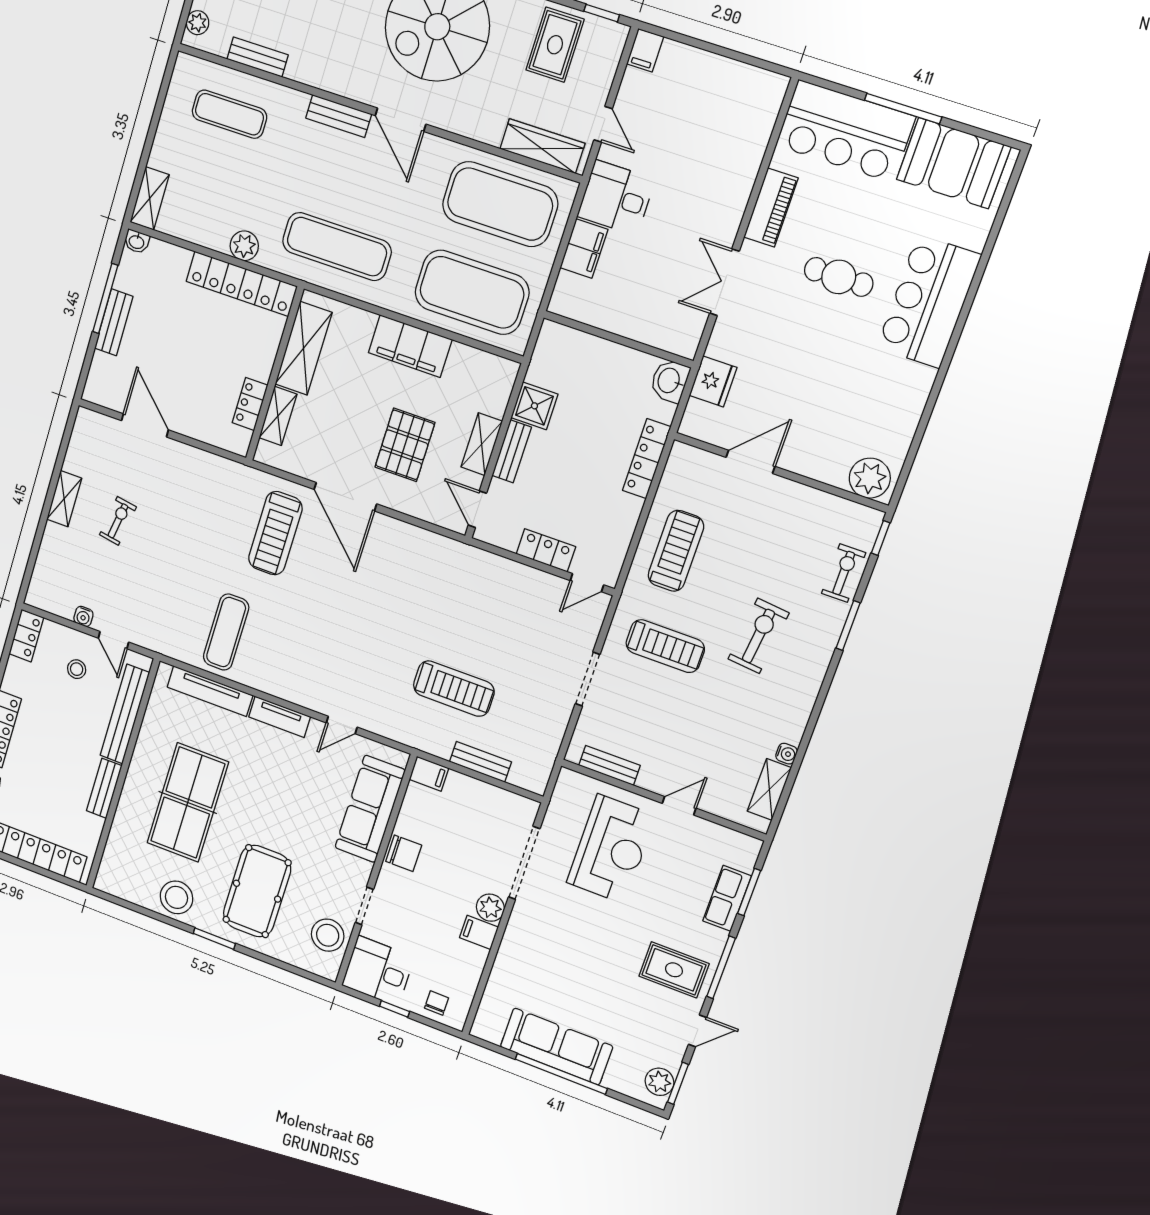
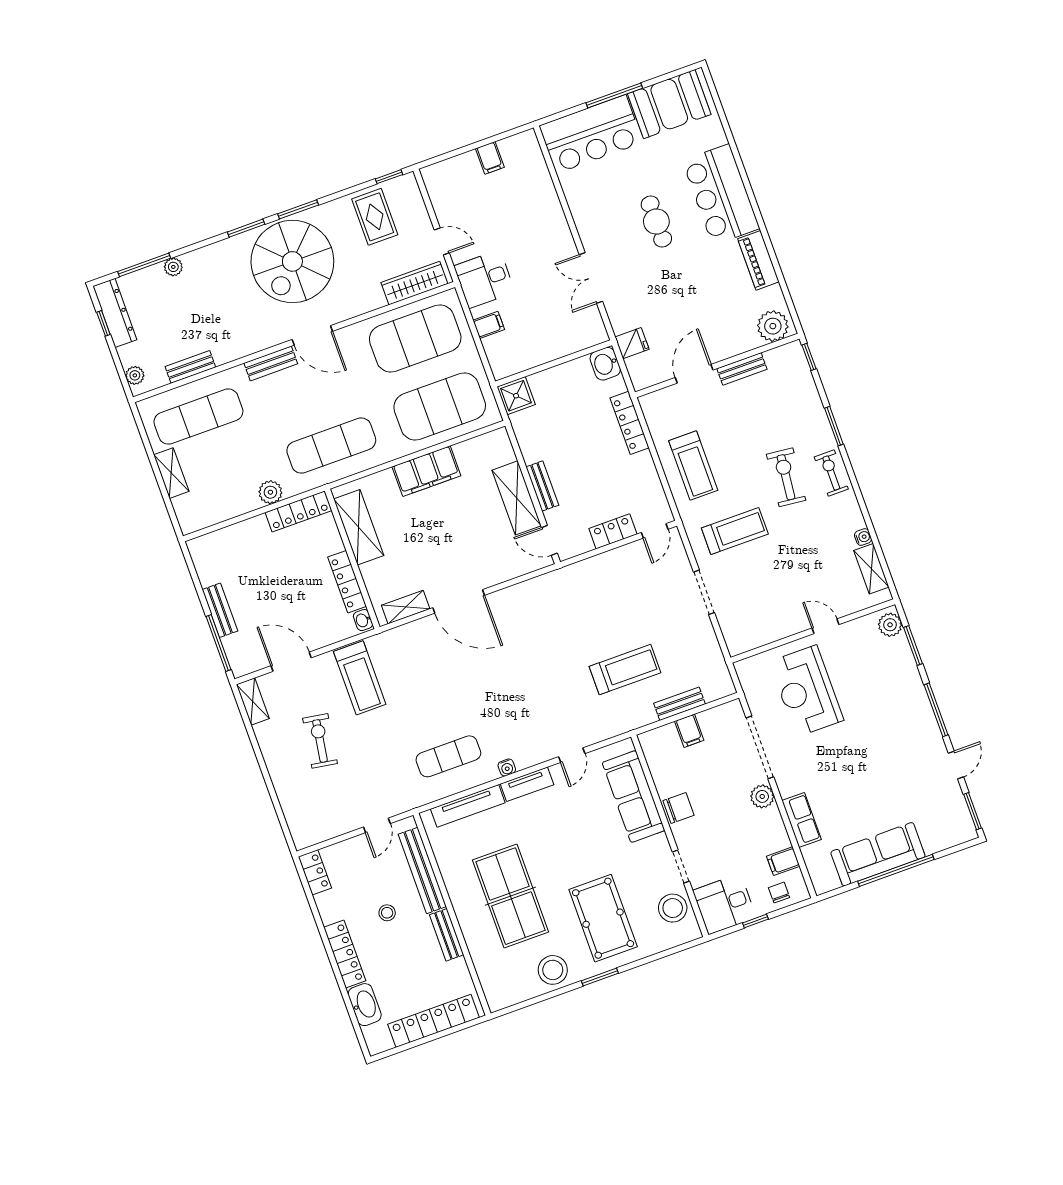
filing cabinet: (645, 50) -> (490, 158), moved
exercise mat: (229, 114) -> (198, 417), width x1.36, depth x1.45
shelving: (150, 198) -> (171, 473), moved
piano: (771, 208) -> (758, 260), moved, turned 180
washbasin: (137, 242) -> (363, 620), moved, turned 90
filing cabinet: (584, 248) -> (489, 325), width x0.50
cafe table: (839, 277) -> (656, 222), turned 90
locker: (242, 284) -> (299, 511), width x0.71, depth x0.83
window: (105, 299) -> (219, 643), moved
fridge: (713, 381) -> (632, 343), width x0.72
locker: (250, 404) -> (347, 582), width x1.53
shower: (534, 406) -> (516, 396), moved
shelving: (278, 416) -> (406, 607), moved, turned 90
shelving: (482, 444) -> (517, 498), width x1.50, depth x1.33
pallet: (405, 445) -> (471, 537), removed
shelving: (64, 499) -> (253, 701), moved
exercise bike: (118, 521) -> (320, 741), width x1.38, depth x1.39
treadmill: (275, 533) -> (360, 678), moved
treadmill: (676, 551) -> (693, 466), turned 180
exercise bike: (844, 573) -> (831, 473), moved
water cooler: (83, 616) -> (507, 768), moved
exercise mat: (226, 632) -> (448, 756), turned 90
door: (113, 640) -> (377, 825), hinge flipped
stool: (77, 669) -> (387, 913), moved
bench: (609, 765) -> (742, 369), moved
filing cabinet: (429, 774) -> (689, 731), moved, turned 90
door: (679, 806) -> (825, 626), hinge flipped
reception desk: (611, 849) -> (806, 691), turned 180
row of seats: (727, 898) -> (802, 820), moved, turned 180
filing cabinet: (479, 932) -> (783, 861), moved
rug: (674, 970) -> (909, 737), removed
plant: (659, 1082) -> (890, 625), moved

